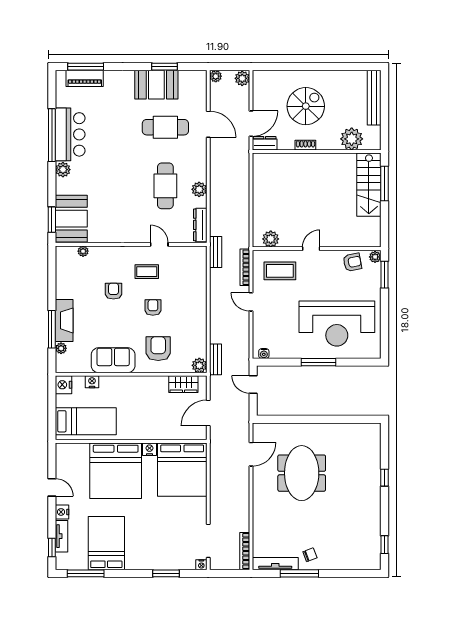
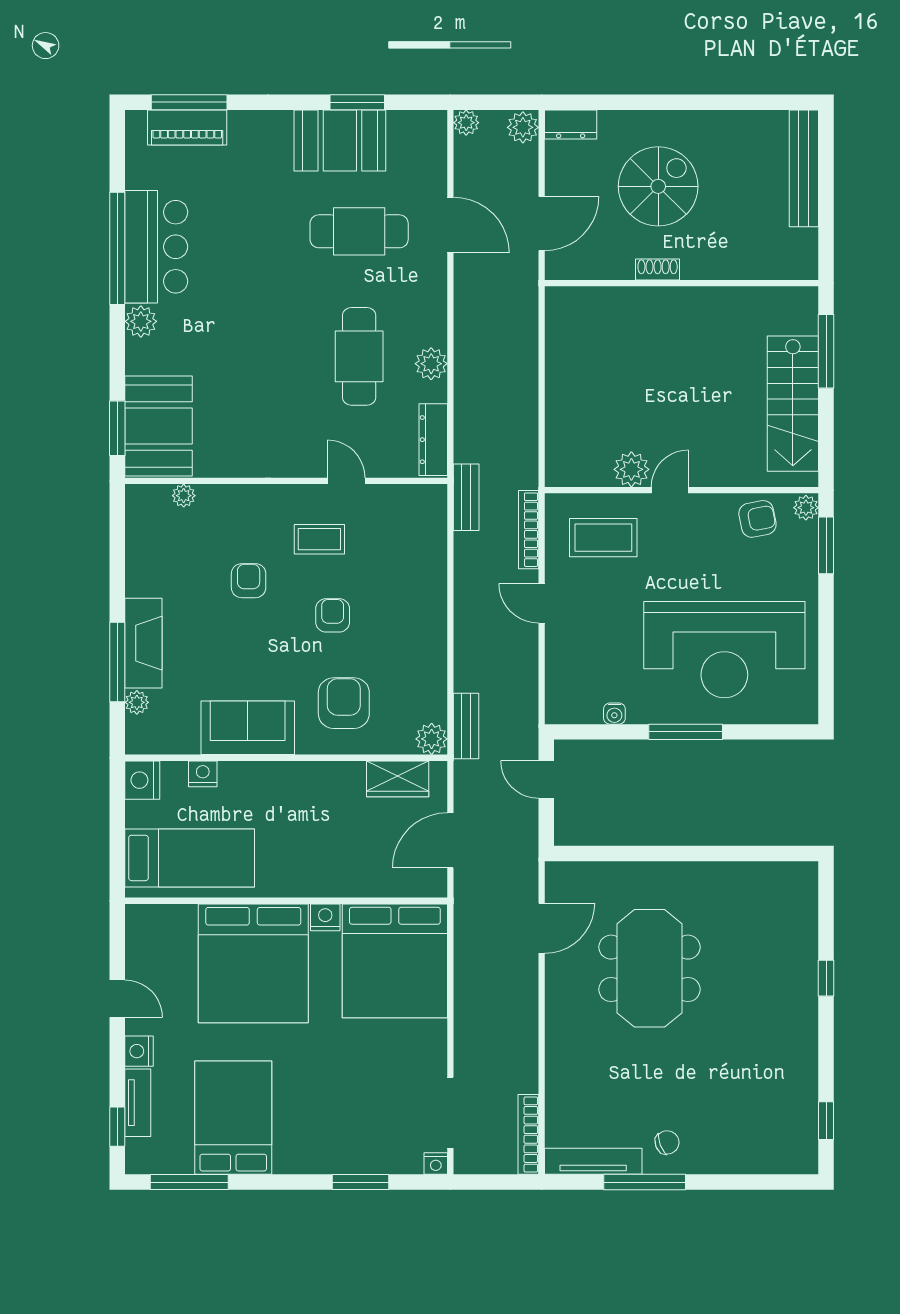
plant: (352, 139) -> (756, 256), removed
dresser: (265, 143) -> (571, 124), moved, turned 180
stairs: (369, 185) -> (793, 404), moved
plant: (271, 239) -> (631, 469), moved
water cooler: (264, 354) -> (614, 714), moved

